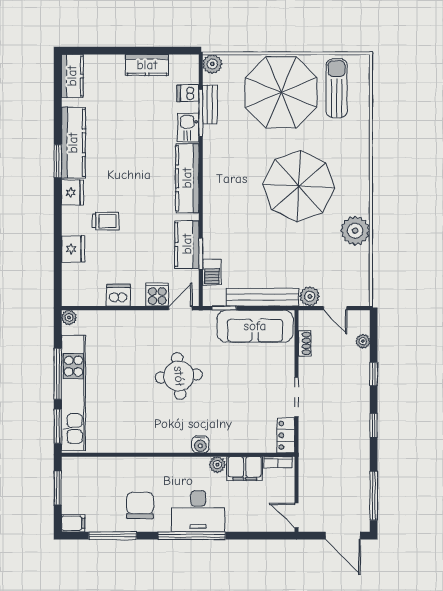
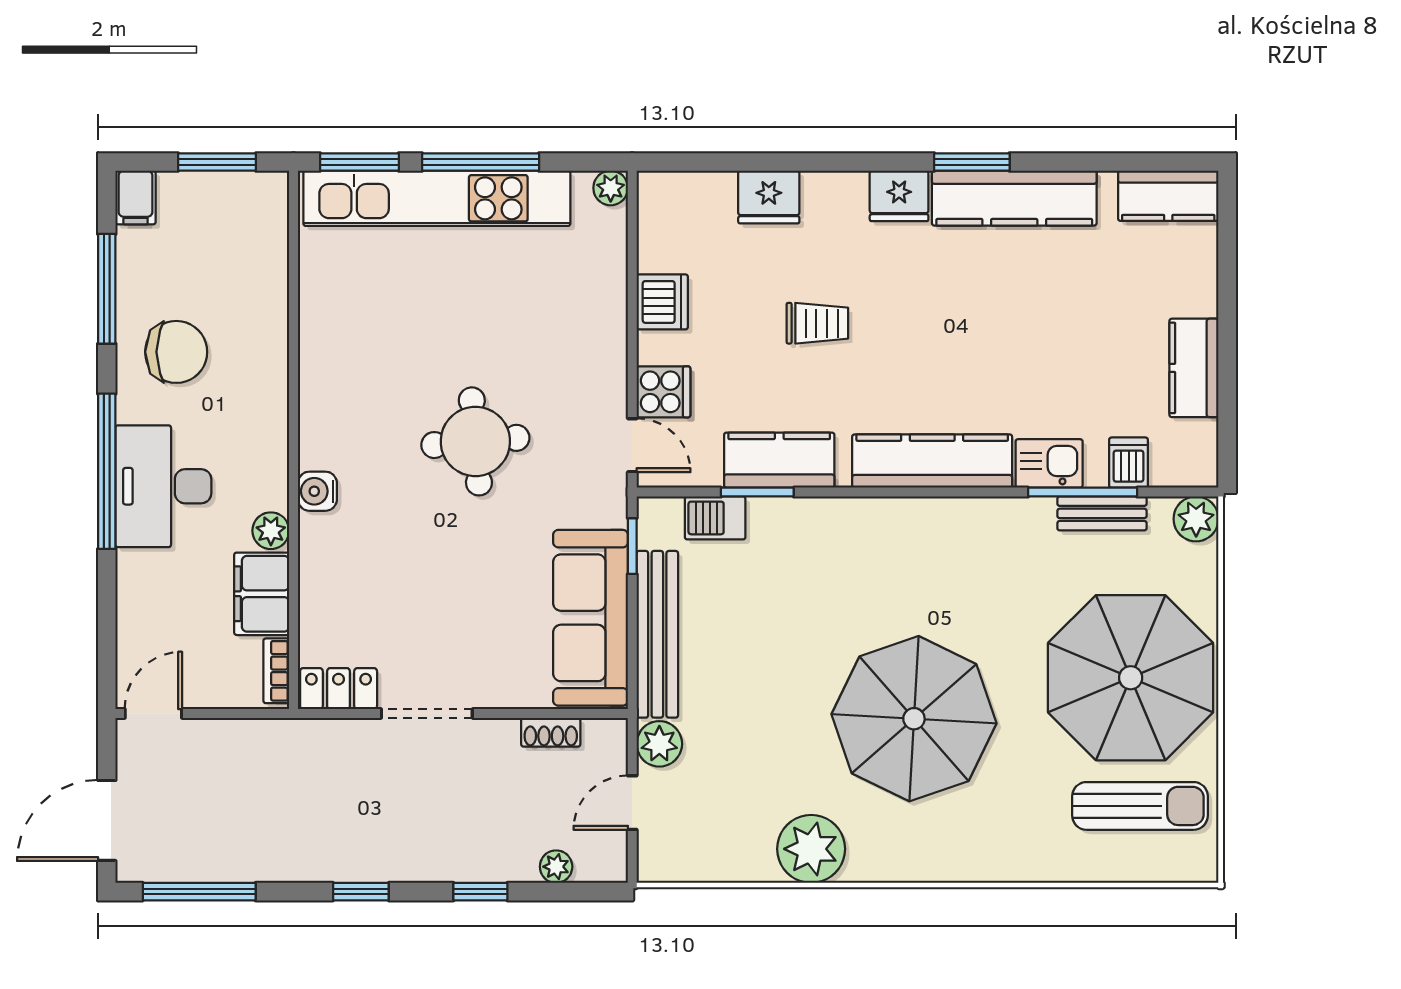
trolley: (106, 221) -> (817, 323), moved, turned -90

